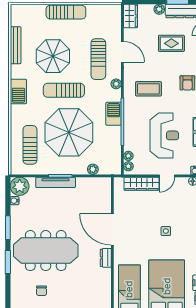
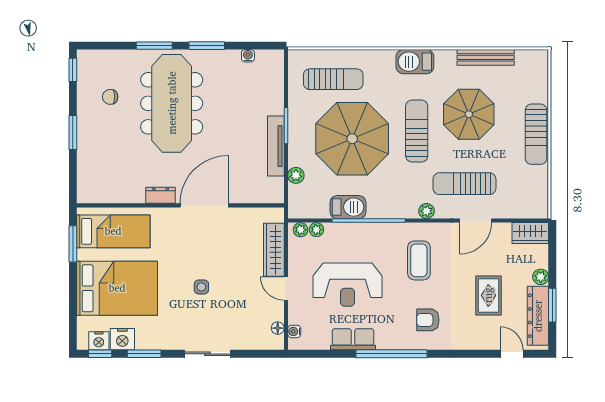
barbecue: (114, 114) -> (348, 207), moved
tv unit: (56, 182) -> (276, 146), moved
plant: (20, 186) -> (270, 63), removed

